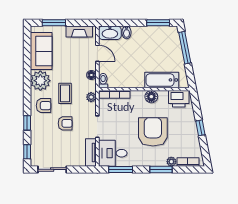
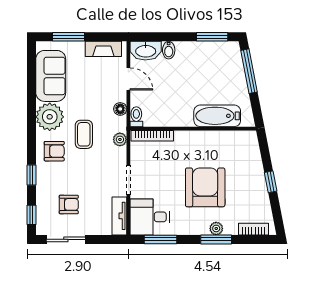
floor lamp: (151, 97) -> (203, 139), removed
printer: (179, 99) -> (241, 142), removed
armchair: (65, 123) -> (69, 204), moved
plant: (171, 162) -> (216, 228), moved

